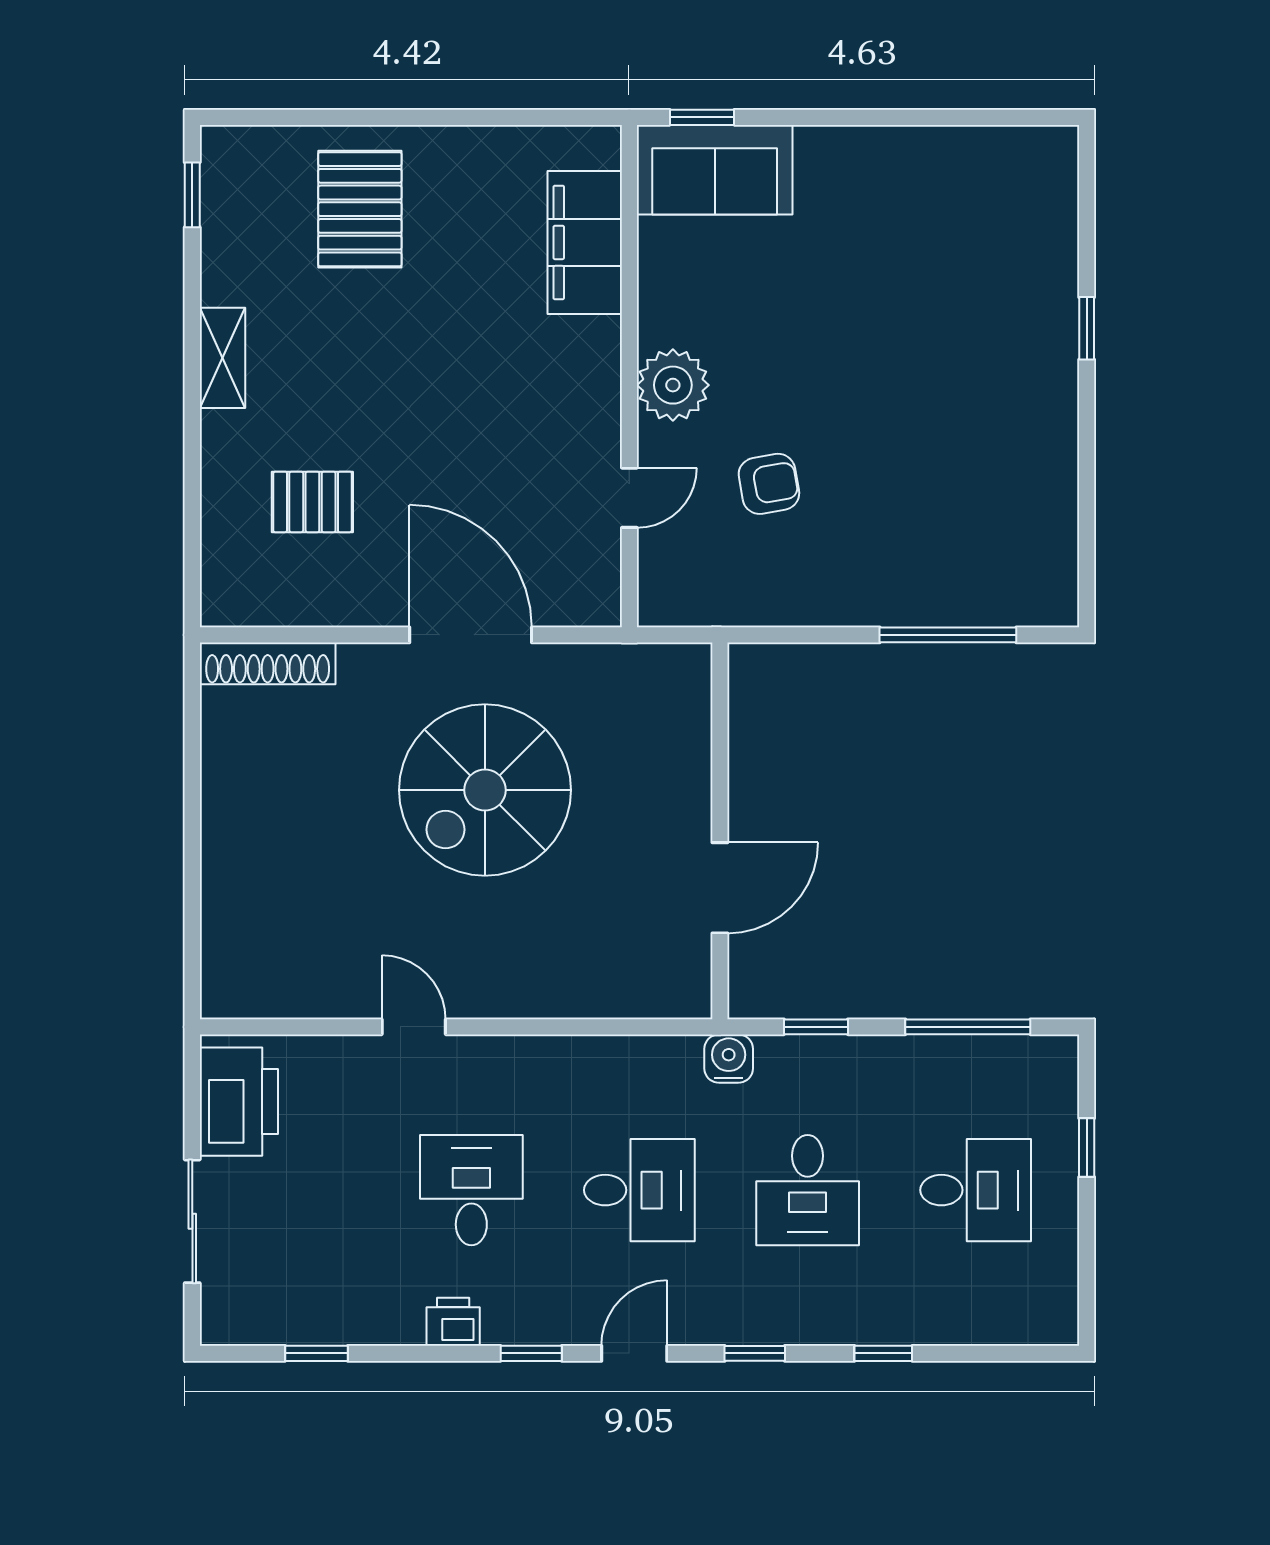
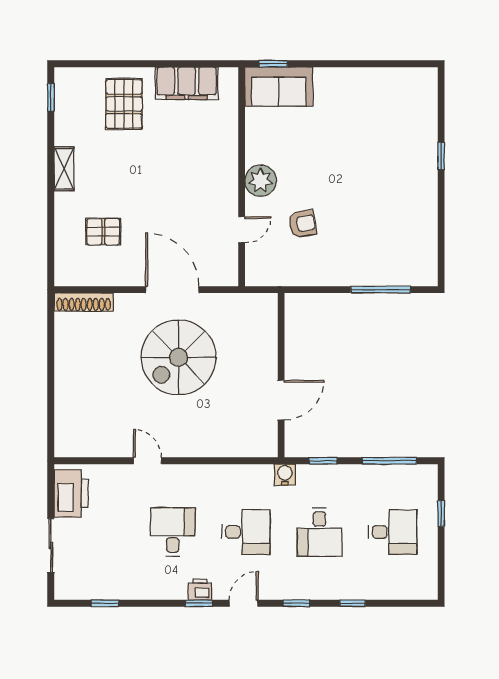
filing cabinet: (585, 242) -> (187, 83), moved, turned -90
printer: (453, 1322) -> (200, 589), moved

